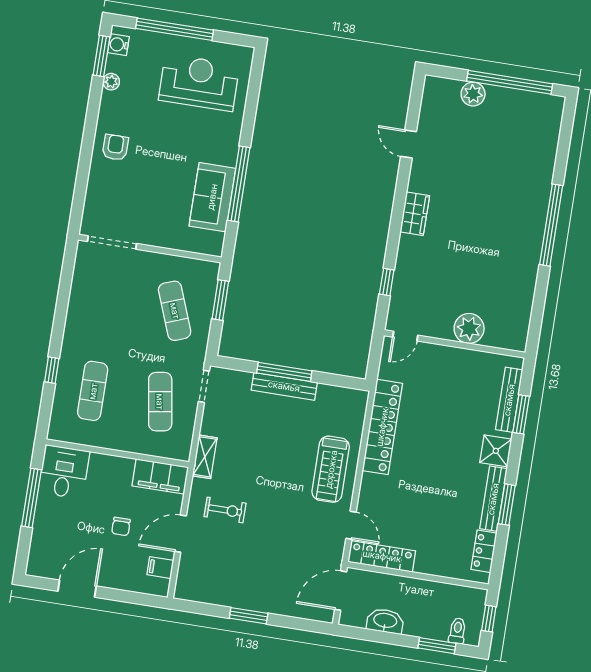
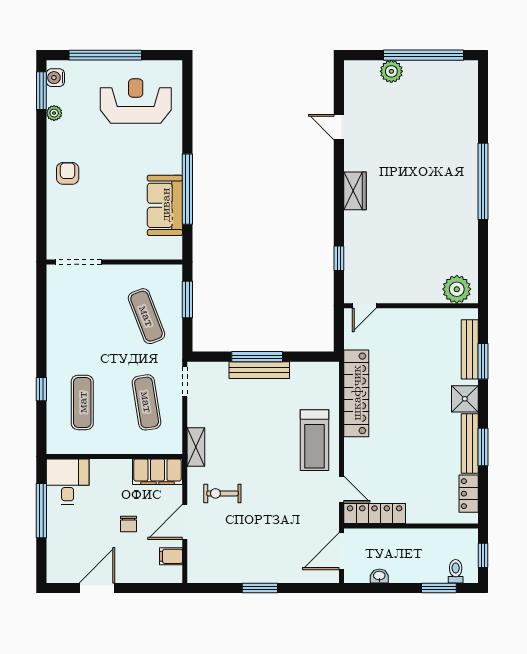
plant: (469, 328) -> (457, 289), moved
exercise bike: (225, 510) -> (222, 493), turned 180
washbasin: (385, 621) -> (379, 576), width x0.52, depth x0.69

